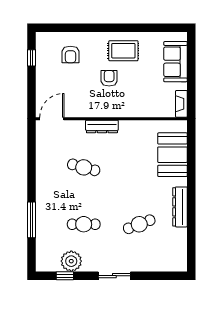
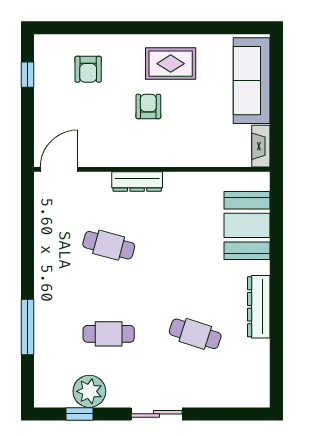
sofa: (175, 62) -> (252, 81), width x1.36
cafe table: (139, 224) -> (195, 334), turned 39

